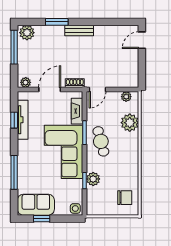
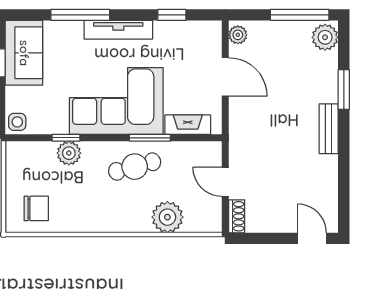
shoe rack: (75, 83) -> (237, 216), moved
door: (97, 90) -> (225, 182), moved
plant: (126, 97) -> (213, 211), removed
tv unit: (23, 120) -> (118, 30), moved
chair: (125, 198) -> (36, 208), turned -90

